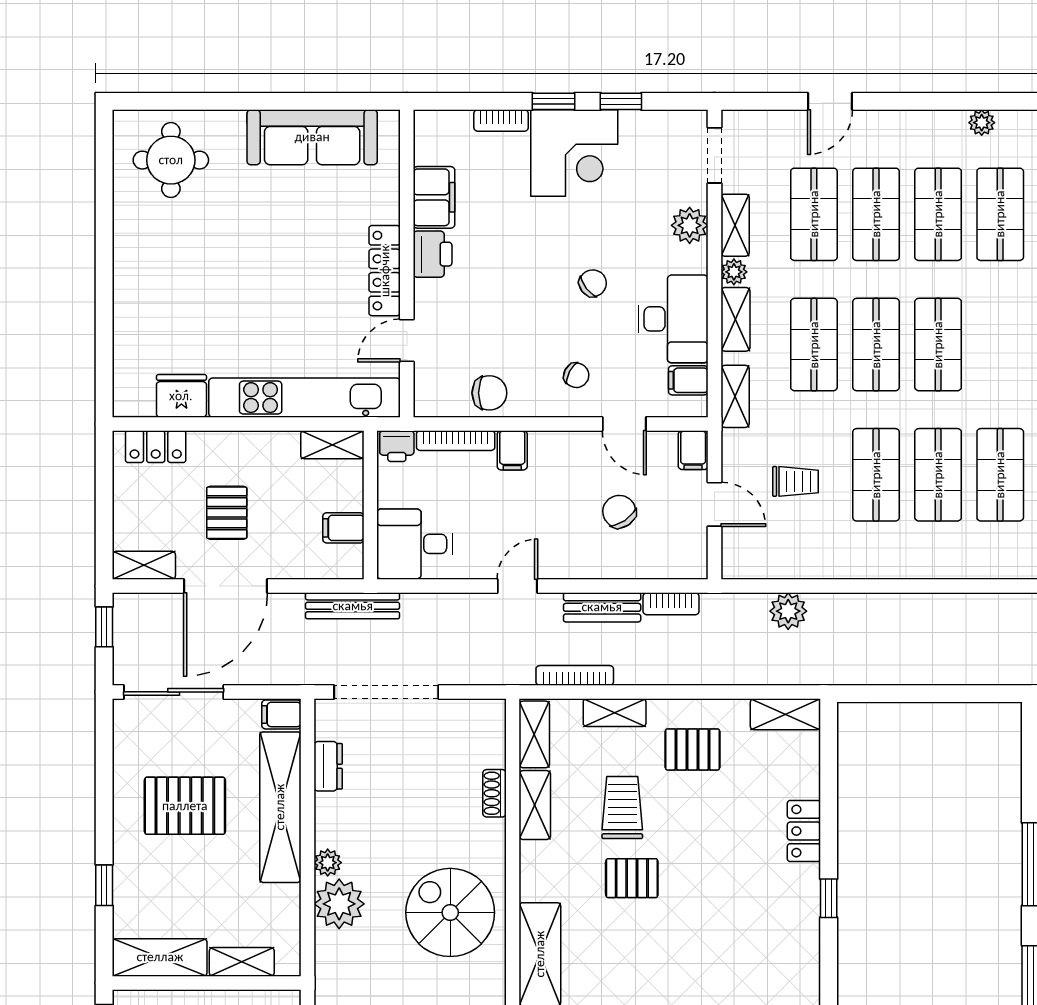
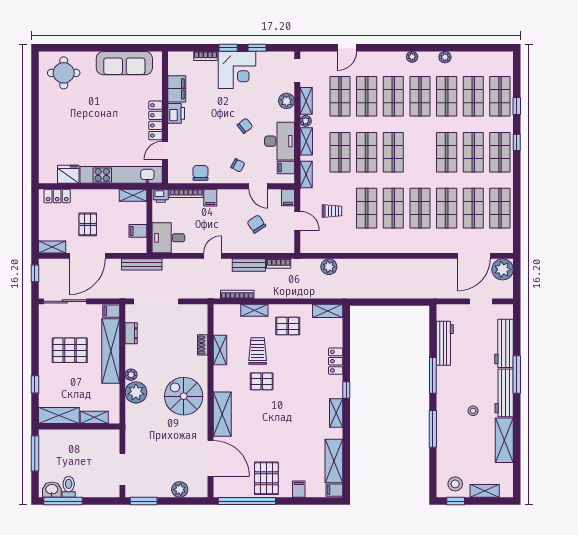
chair: (489, 393) -> (201, 173), turned -90
shelving: (534, 734) -> (336, 413), moved

